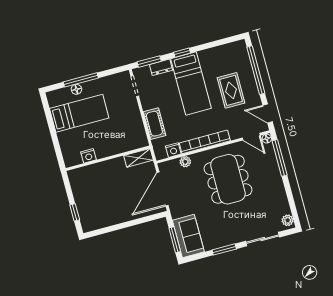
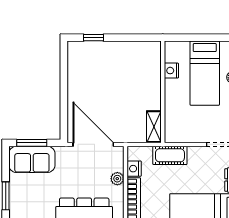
nightstand: (88, 156) -> (171, 71), moved
wall: (108, 158) -> (163, 92), moved
shelving: (138, 158) -> (154, 127), moved

